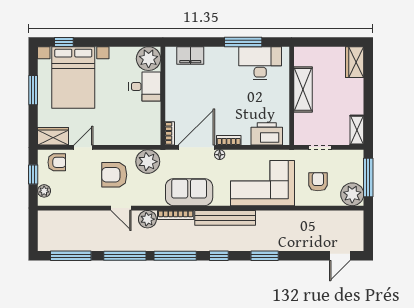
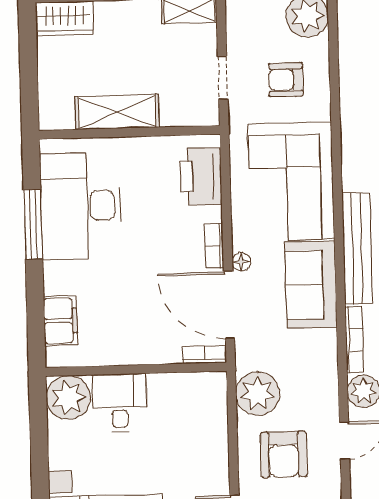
desk: (260, 63) -> (81, 206), width x1.36, depth x1.30
sofa: (189, 192) -> (311, 285), moved

